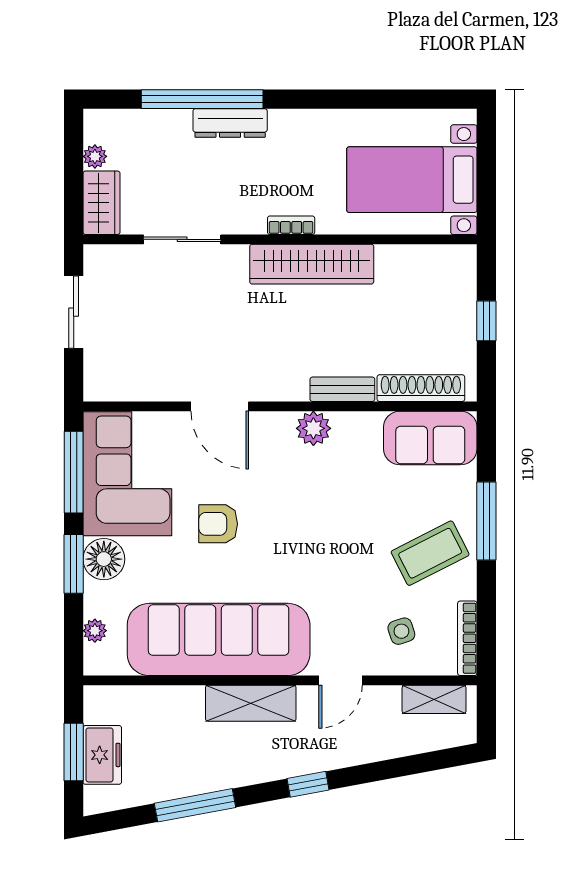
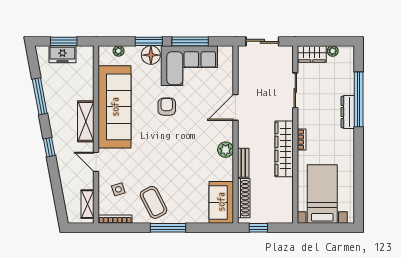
shoe rack: (421, 388) -> (244, 198), moved
bench: (342, 389) -> (243, 163), moved
door: (220, 406) -> (236, 107), moved
wall: (280, 406) -> (236, 135), moved
plant: (313, 428) -> (226, 150), moved
sofa: (430, 438) -> (221, 202), moved

